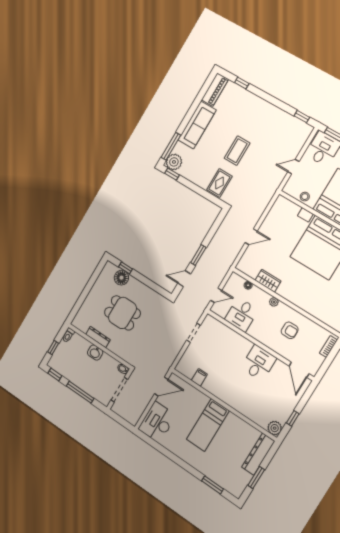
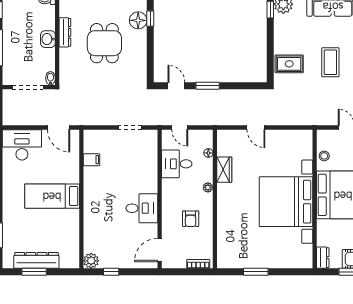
coffee table: (237, 151) -> (330, 62), turned 90
dresser: (258, 454) -> (36, 260), moved

